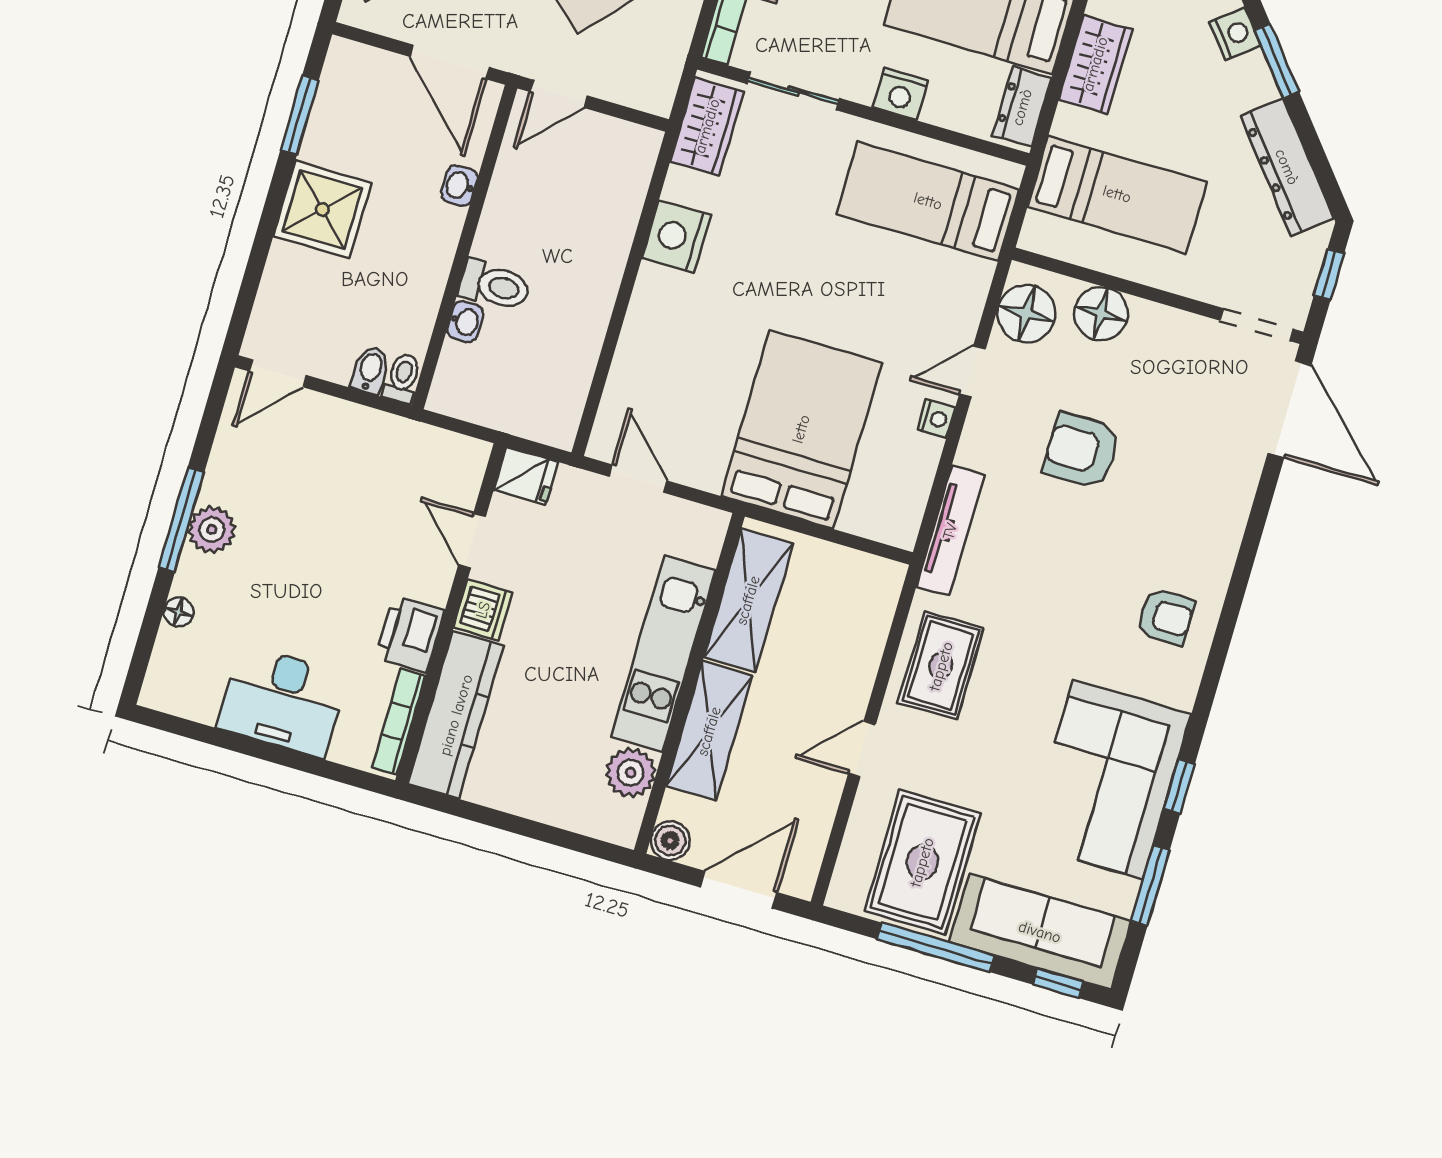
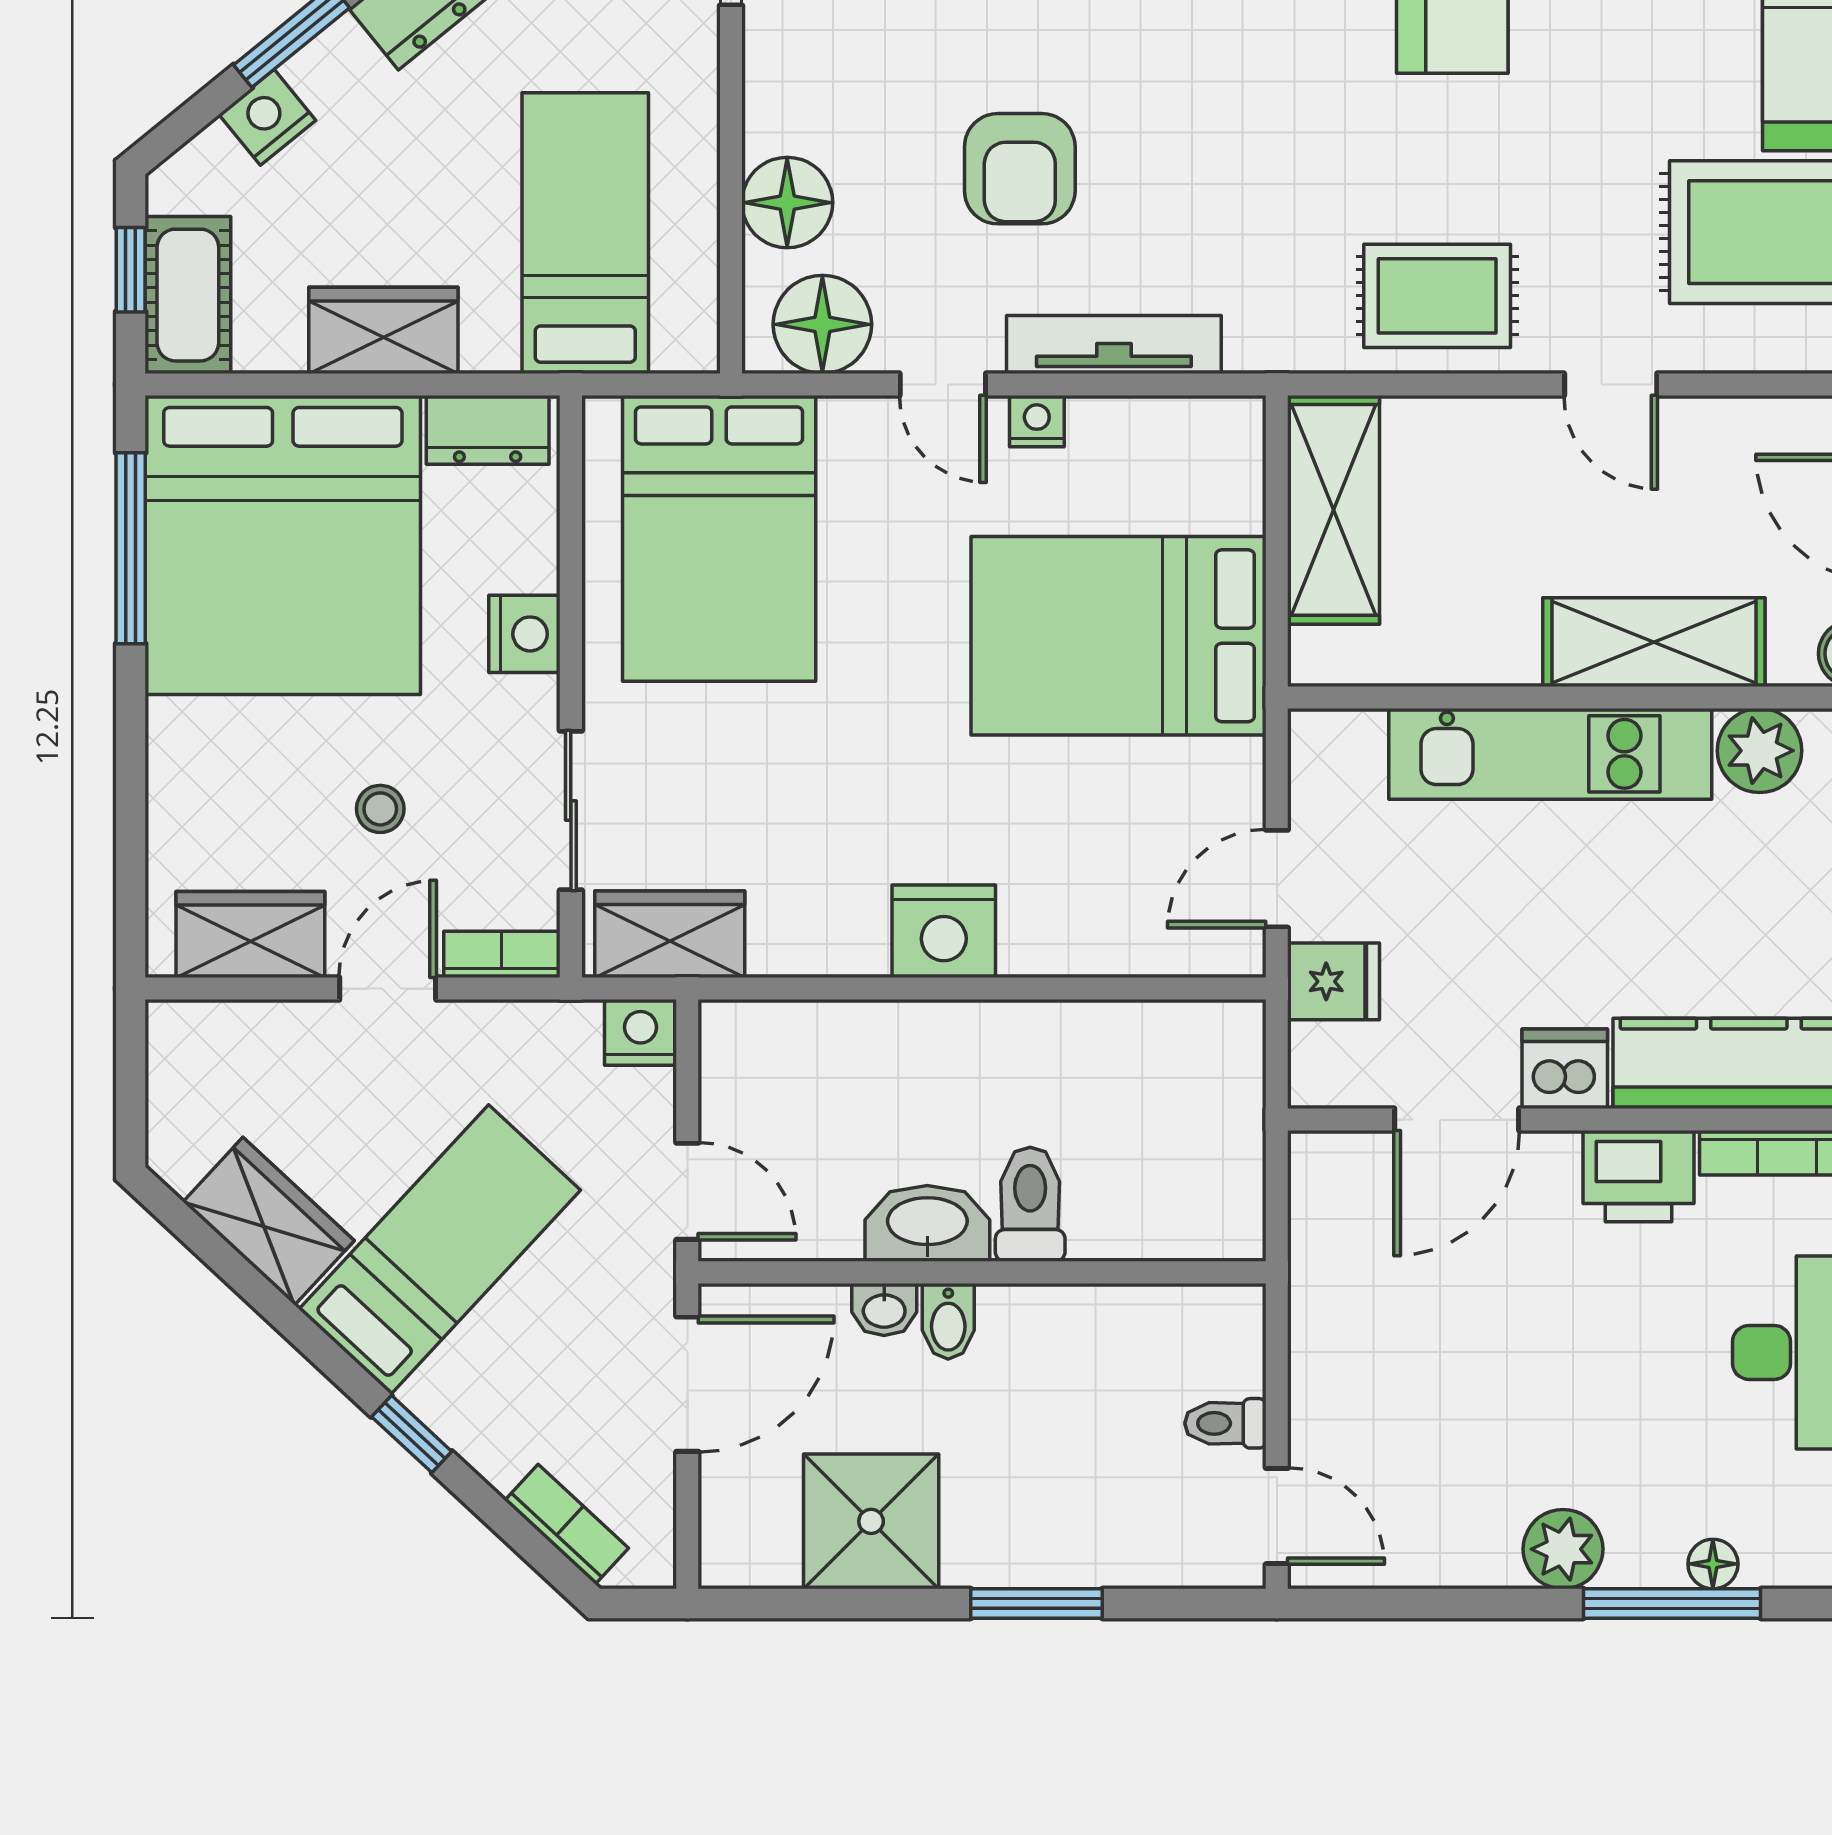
nightstand: (656, 94) -> (641, 1032), added
window: (300, 115) -> (1037, 1603), moved
bed: (928, 201) -> (719, 538), width x1.50
shower: (322, 209) -> (871, 1521), moved
nightstand: (677, 237) -> (944, 931), moved
washbasin: (465, 322) -> (927, 1223), moved, width x1.91, depth x1.45
bidet: (370, 370) -> (948, 1321), moved, turned -90
toilet: (403, 378) -> (1225, 1423), moved
fridge: (526, 476) -> (1334, 981), moved, turned 90
window: (181, 519) -> (1672, 1603), moved
tv unit: (950, 531) -> (1114, 344), moved
door: (472, 540) -> (1457, 1120), width x1.38
shelving: (748, 600) -> (1333, 510), moved, turned 90

